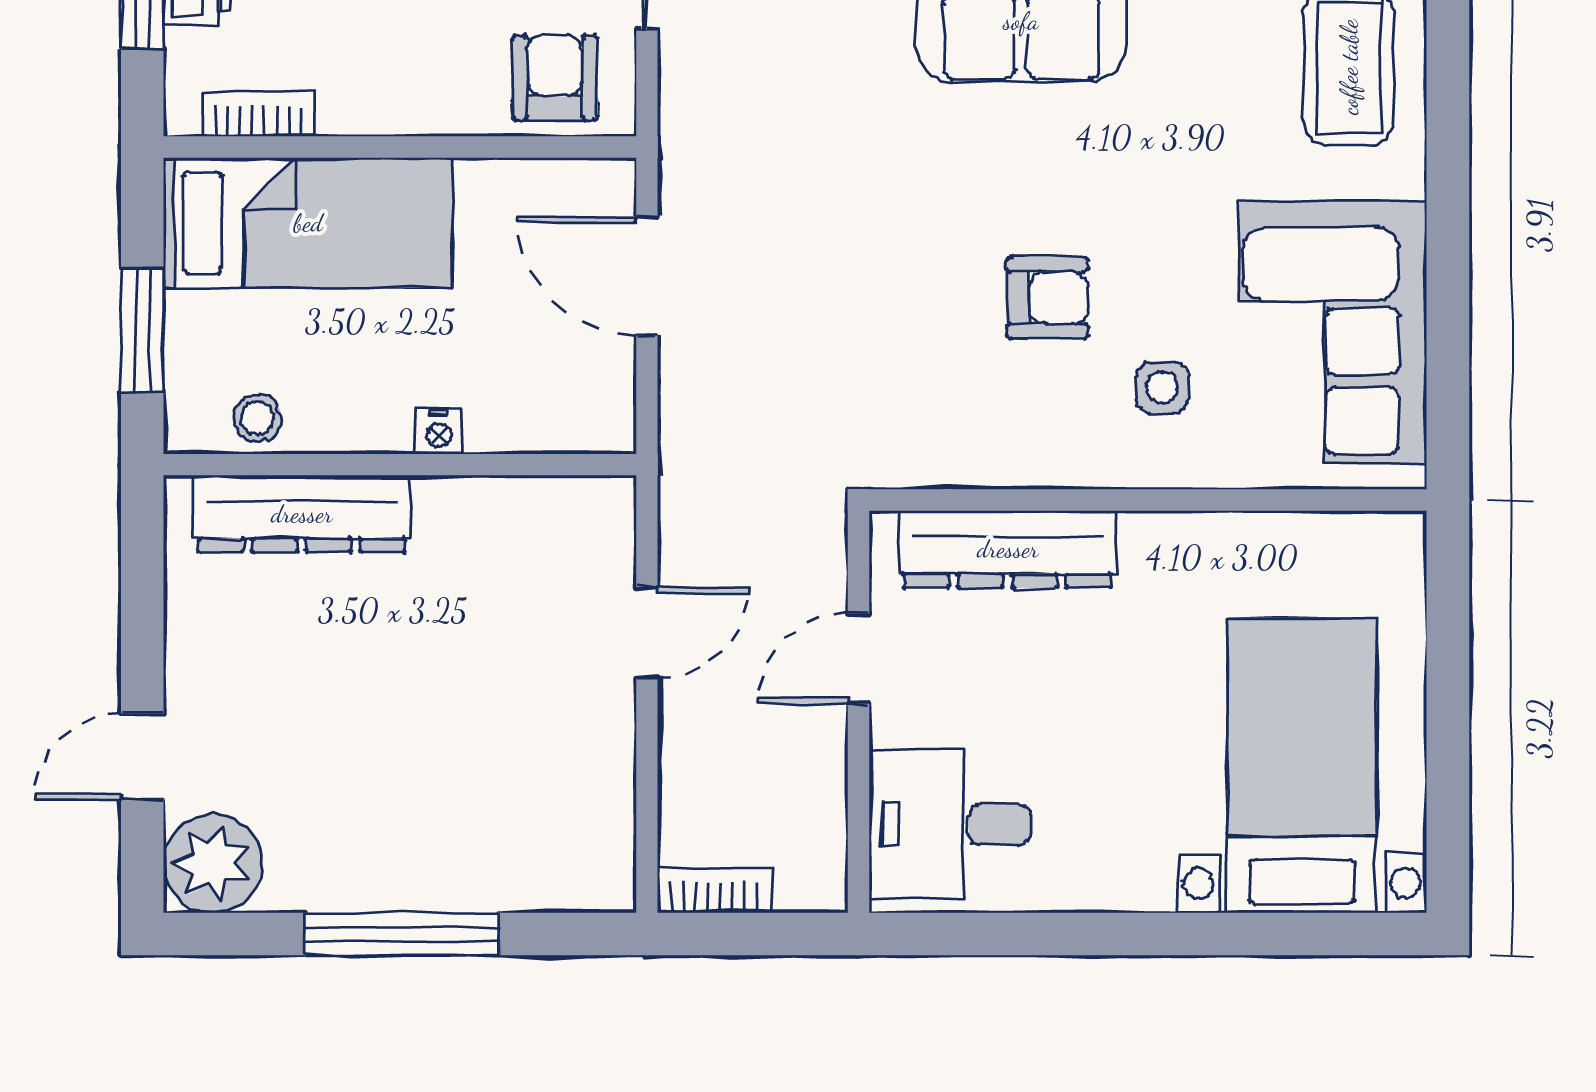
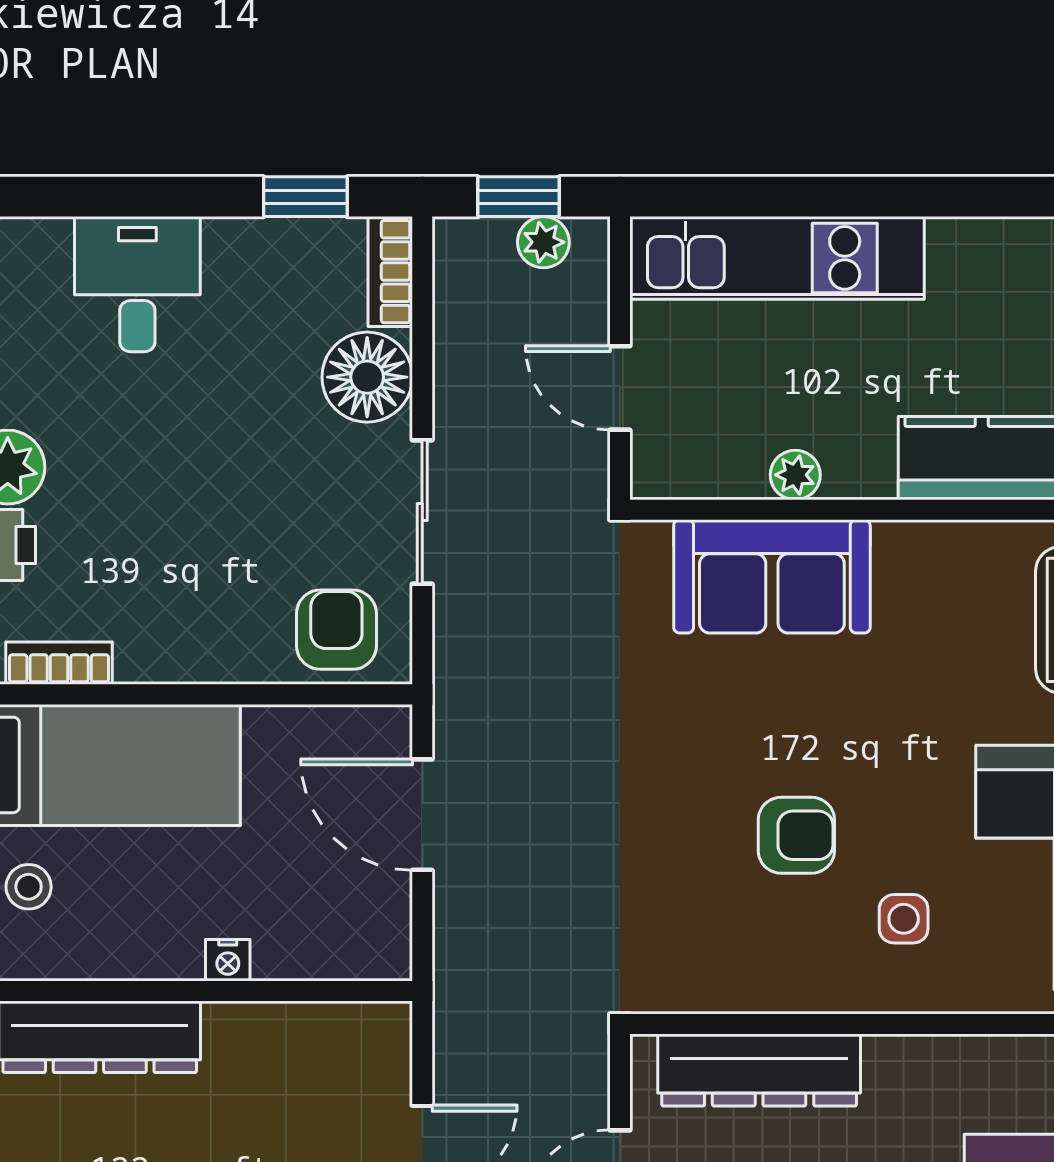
stool: (257, 418) -> (29, 887), moved

